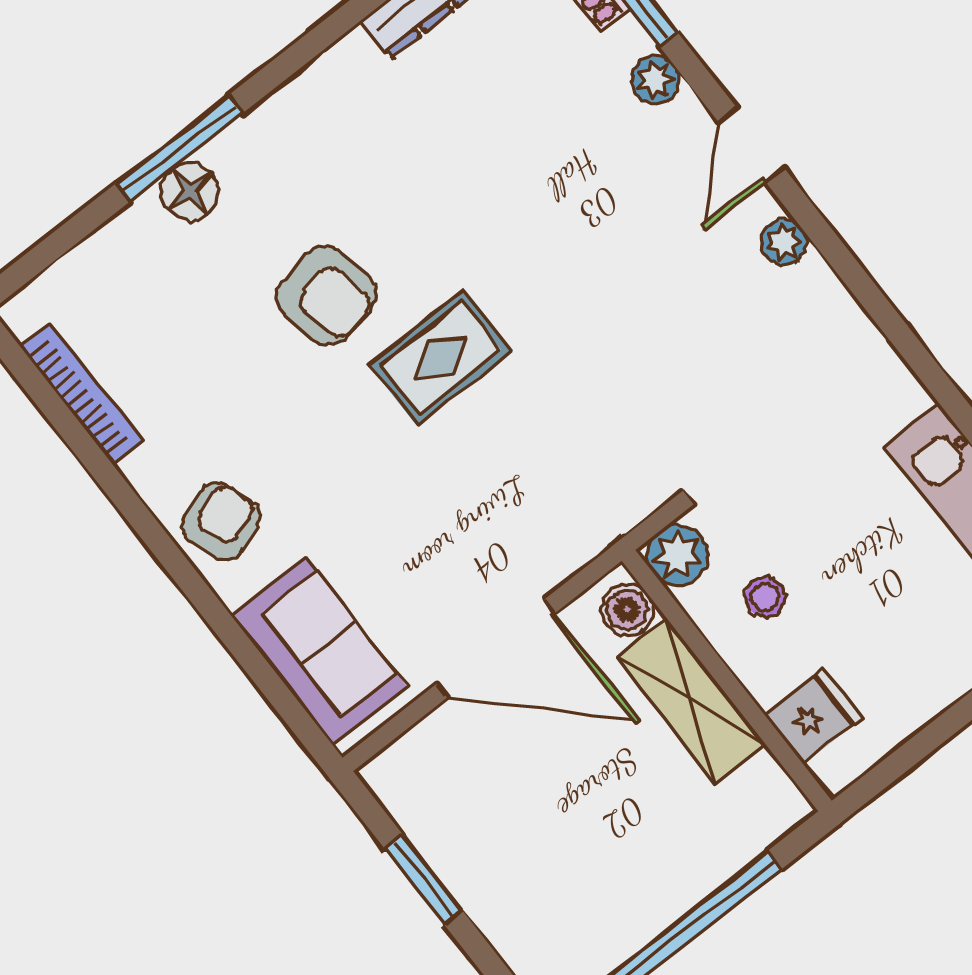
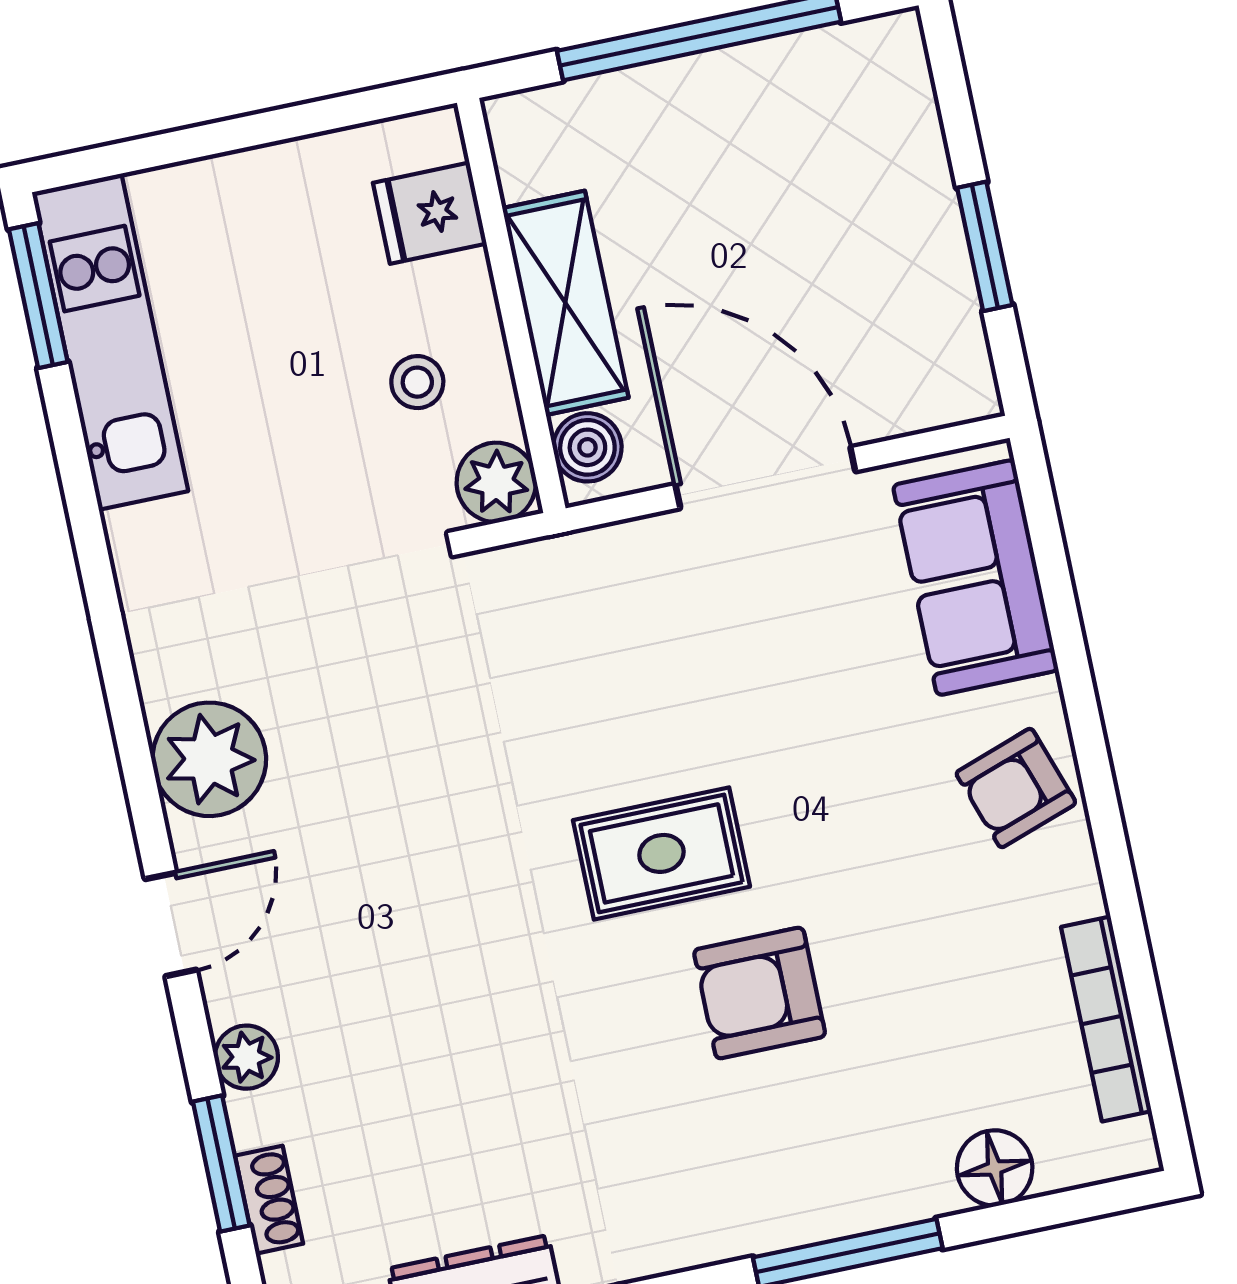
floor lamp: (189, 191) -> (995, 1168), moved
plant: (784, 242) -> (209, 759), width x1.87, depth x1.87
armchair: (327, 295) -> (760, 993), turned -80

